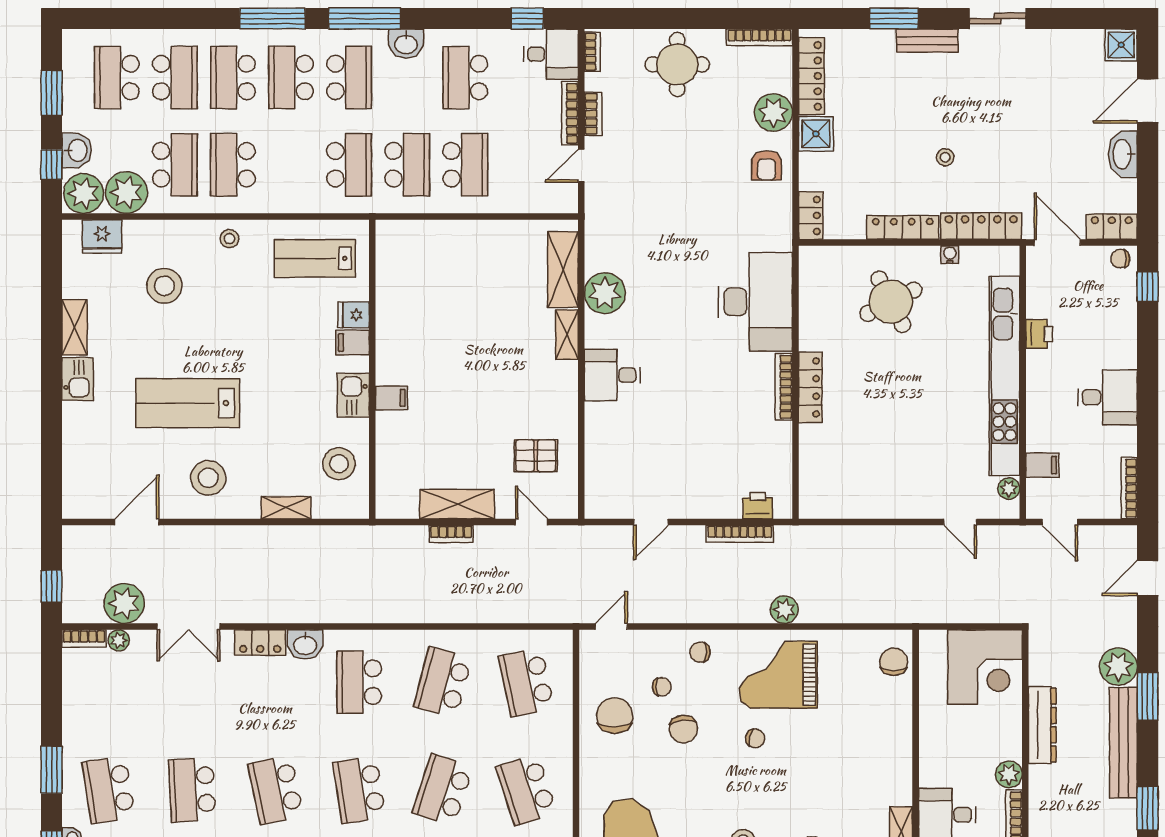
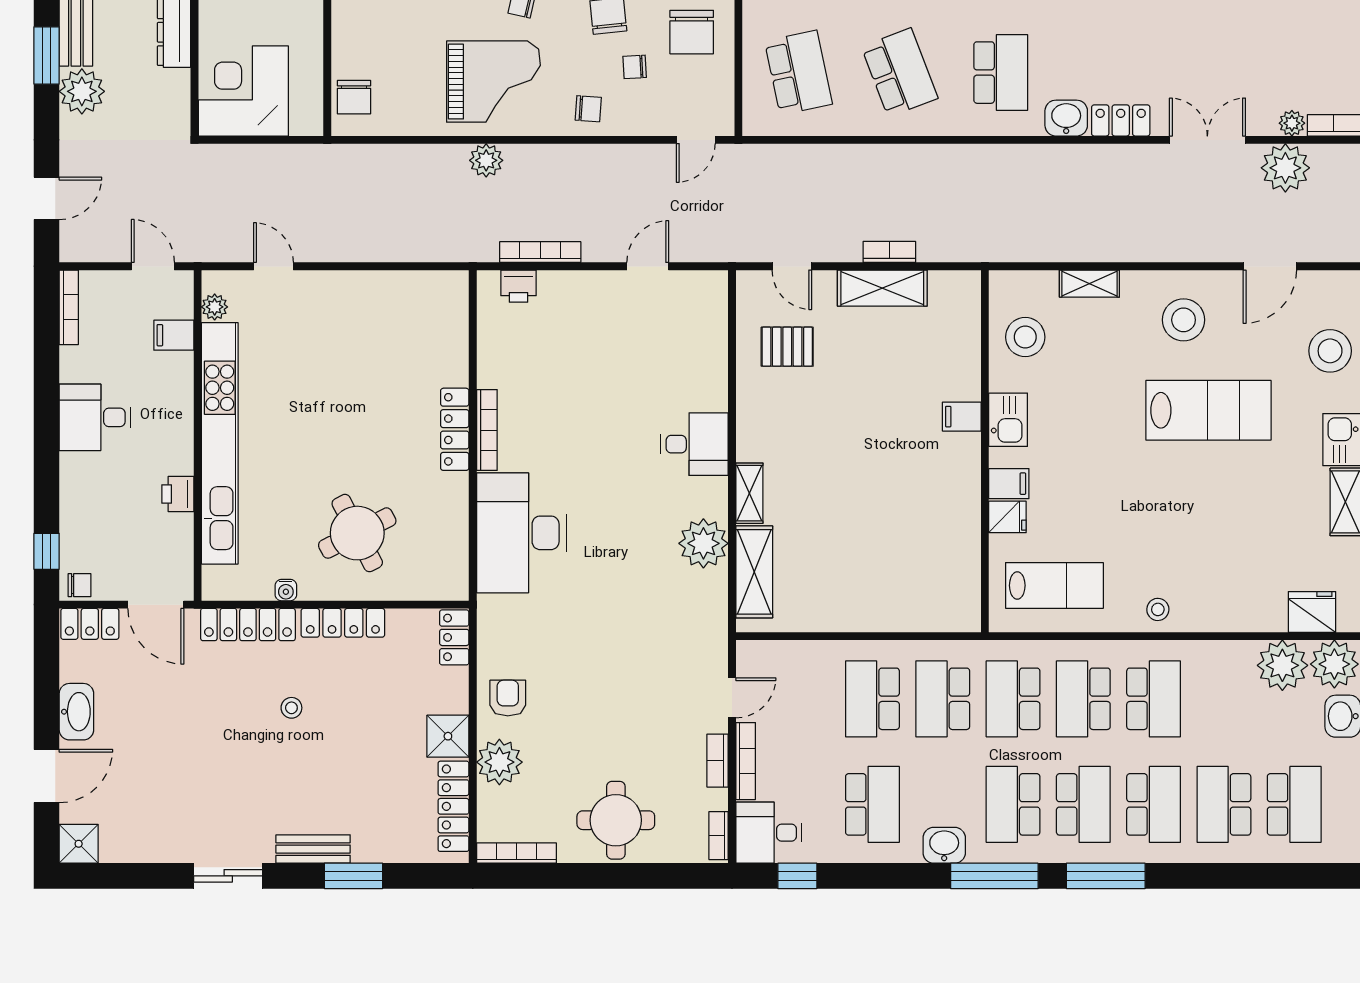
school desk: (175, 165) -> (1083, 699), moved
stool: (164, 286) -> (1330, 351), moved
school desk: (443, 682) -> (900, 73), turned -36

